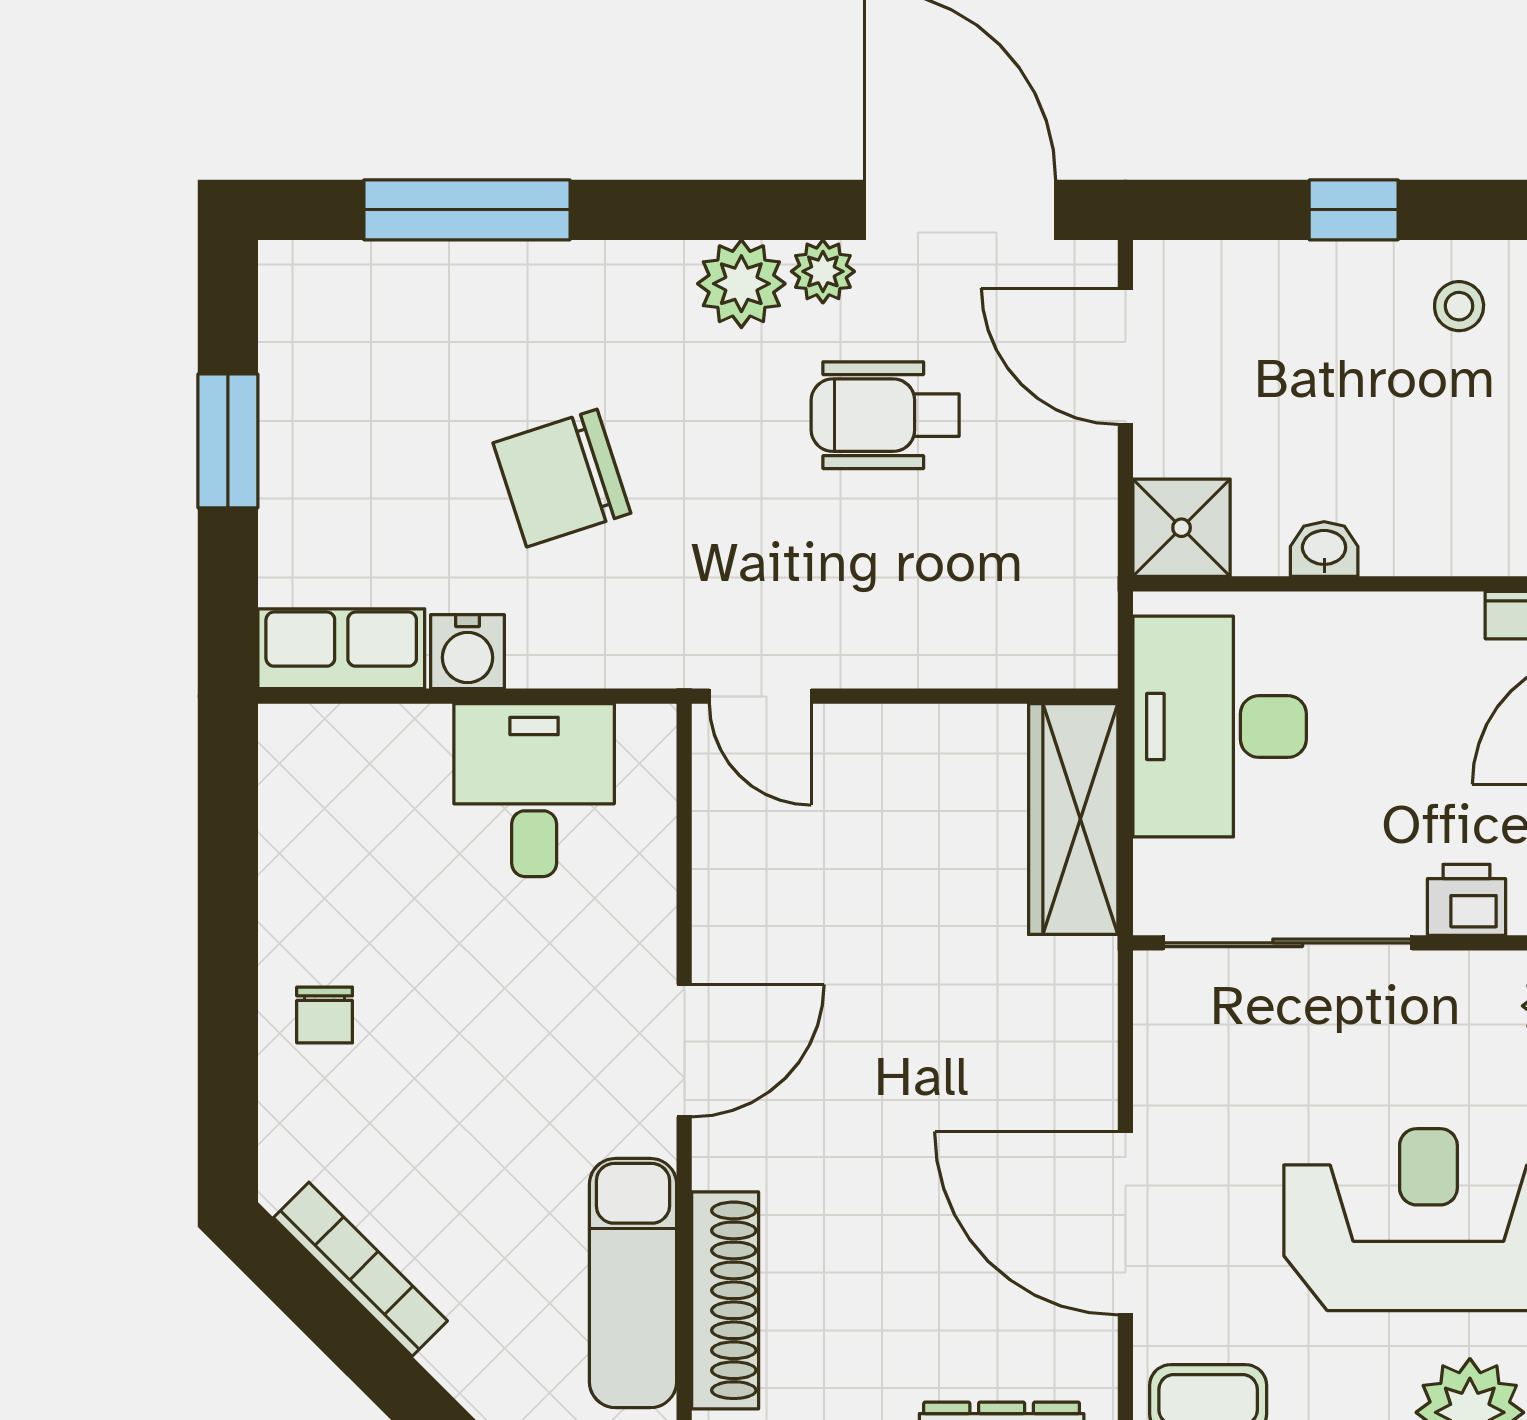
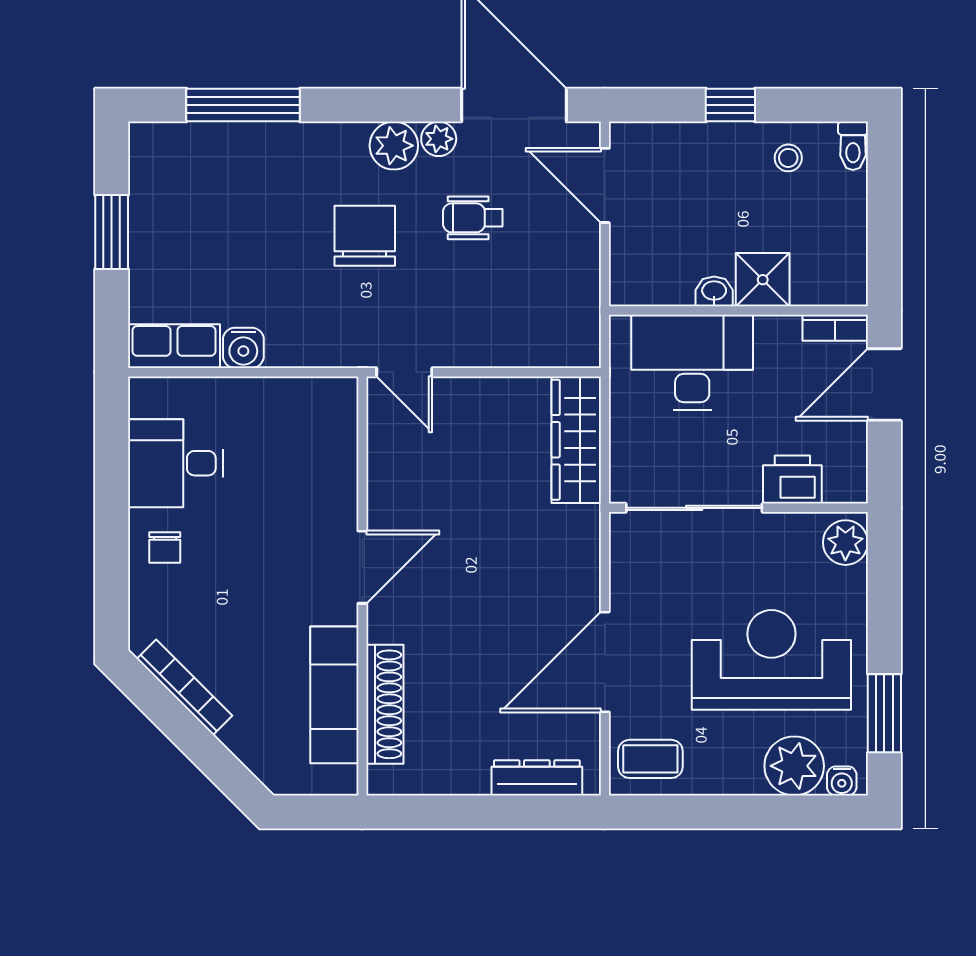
wheelchair: (885, 415) -> (473, 218), width x0.73, depth x0.73
chair: (562, 478) -> (365, 236), moved, turned 108
shower: (1182, 528) -> (763, 280), moved
desk: (1220, 727) -> (692, 362), moved, turned 90
desk: (534, 790) -> (176, 463), moved, turned -90
printer: (1467, 900) -> (792, 480), width x1.36, depth x1.24
door: (1125, 1223) -> (605, 662), hinge flipped

